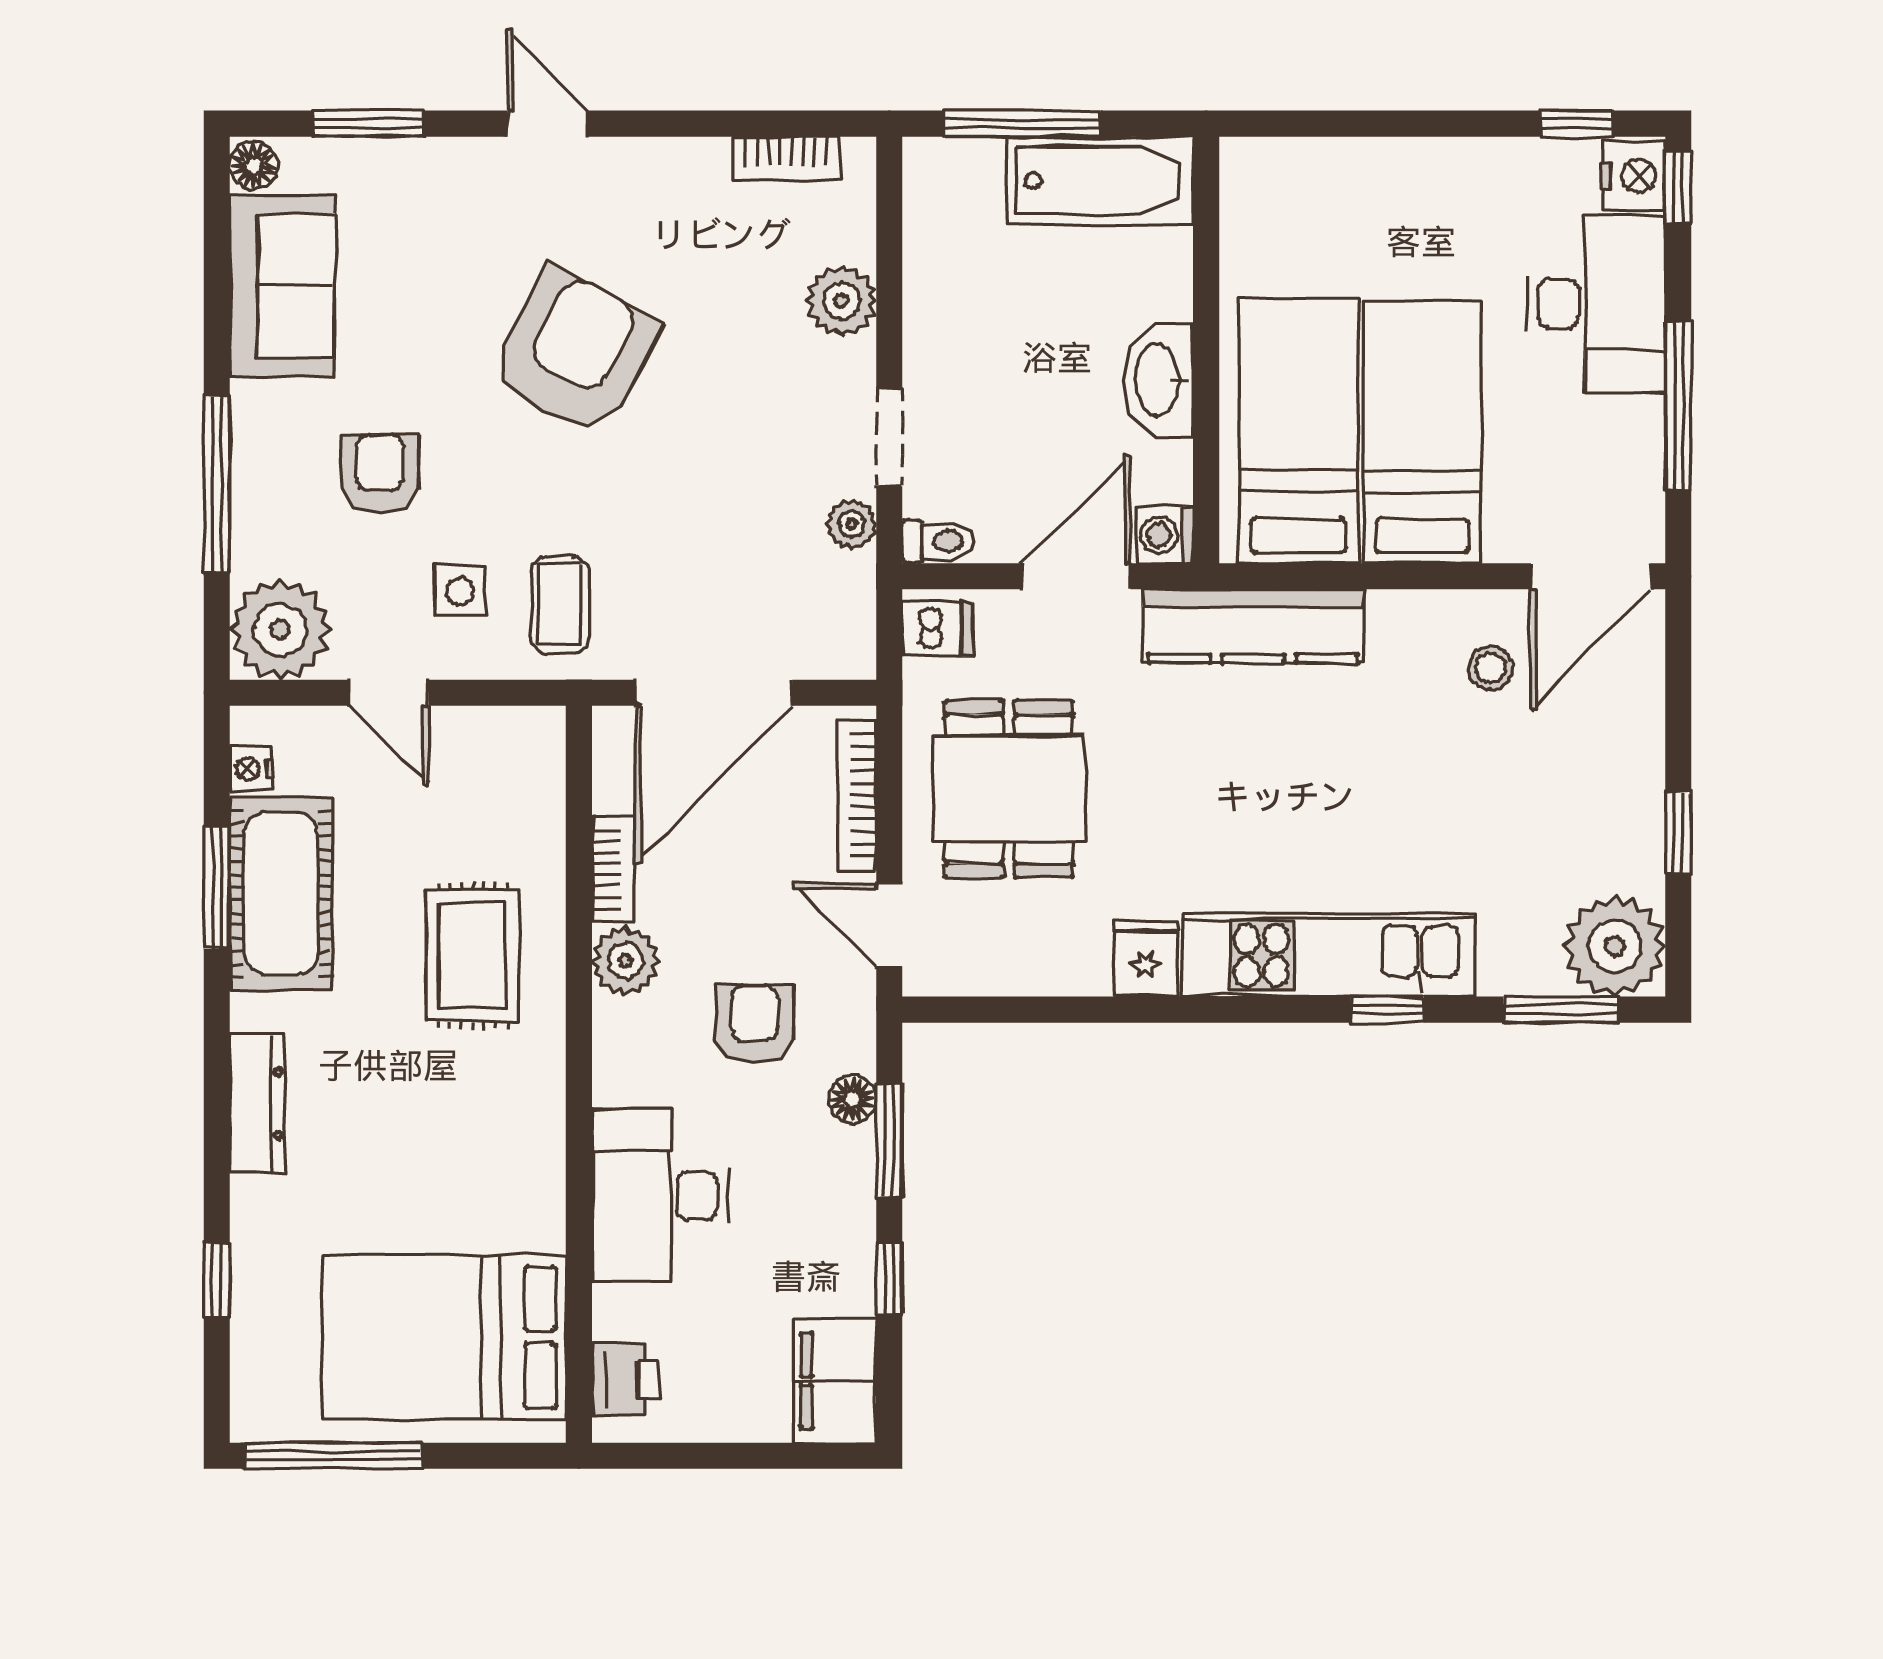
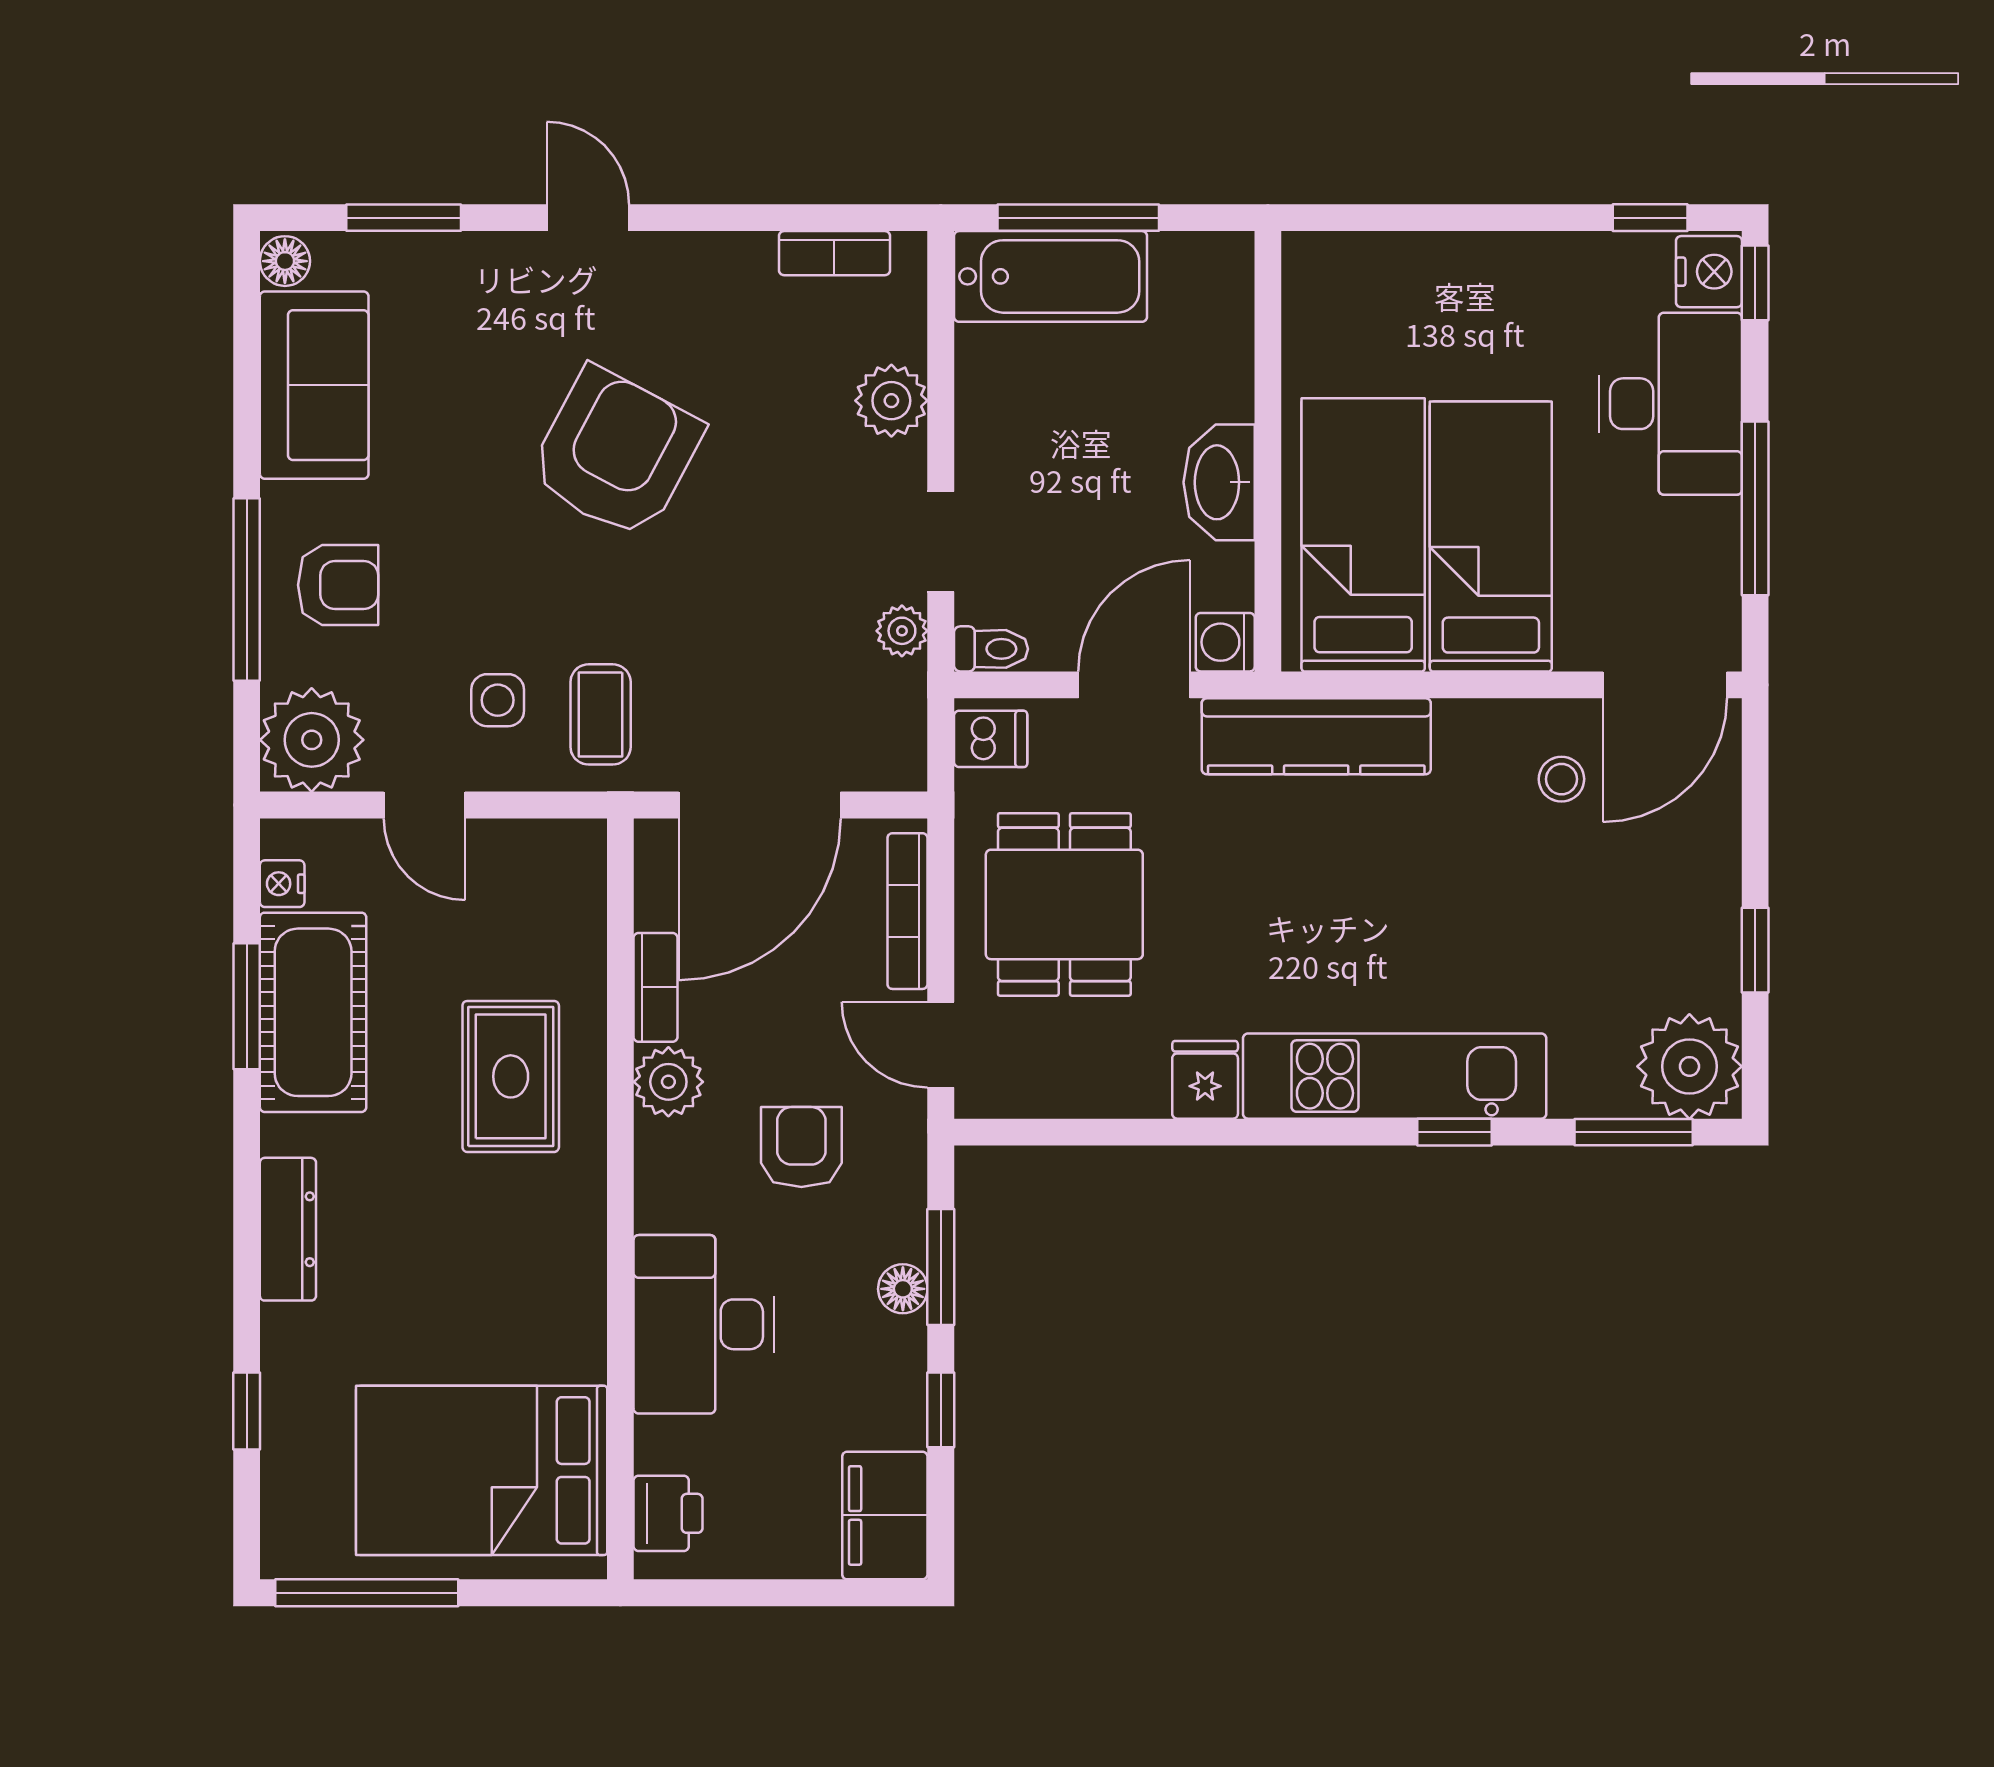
bathtub: (1100, 181) -> (1051, 276), moved
armchair: (380, 474) -> (338, 585), moved, turned 90
floor lamp: (853, 1099) -> (903, 1289), moved

